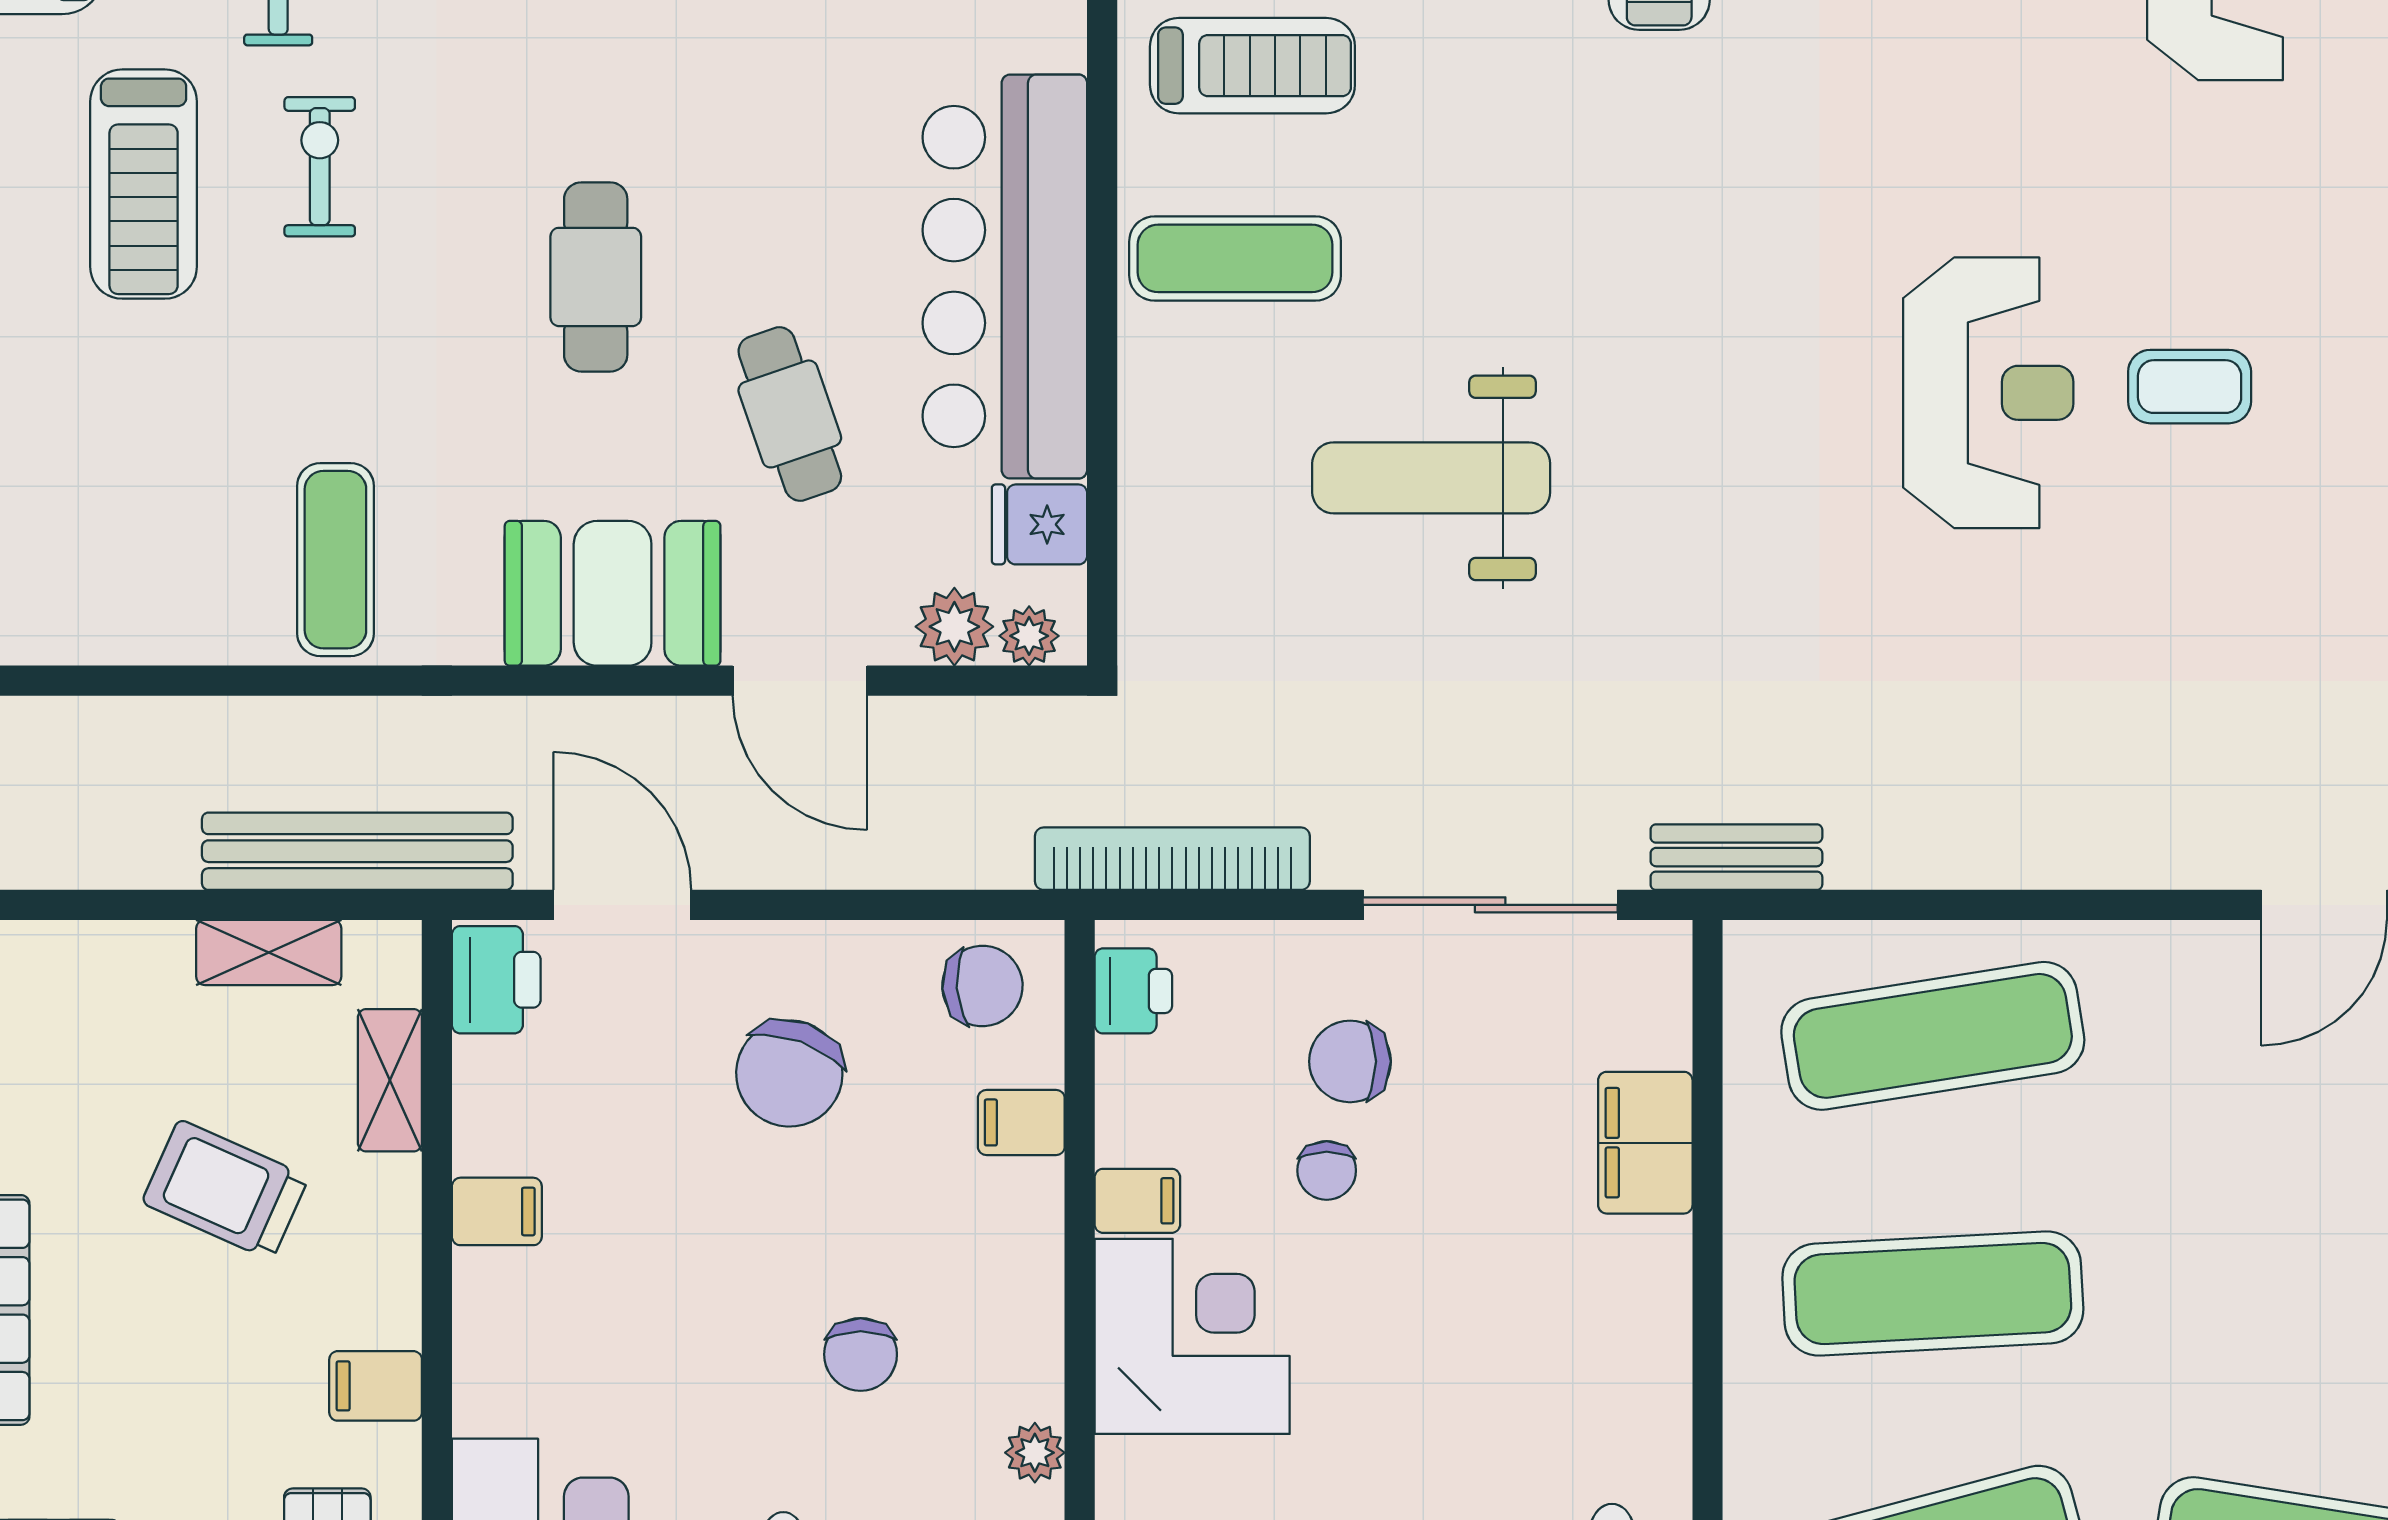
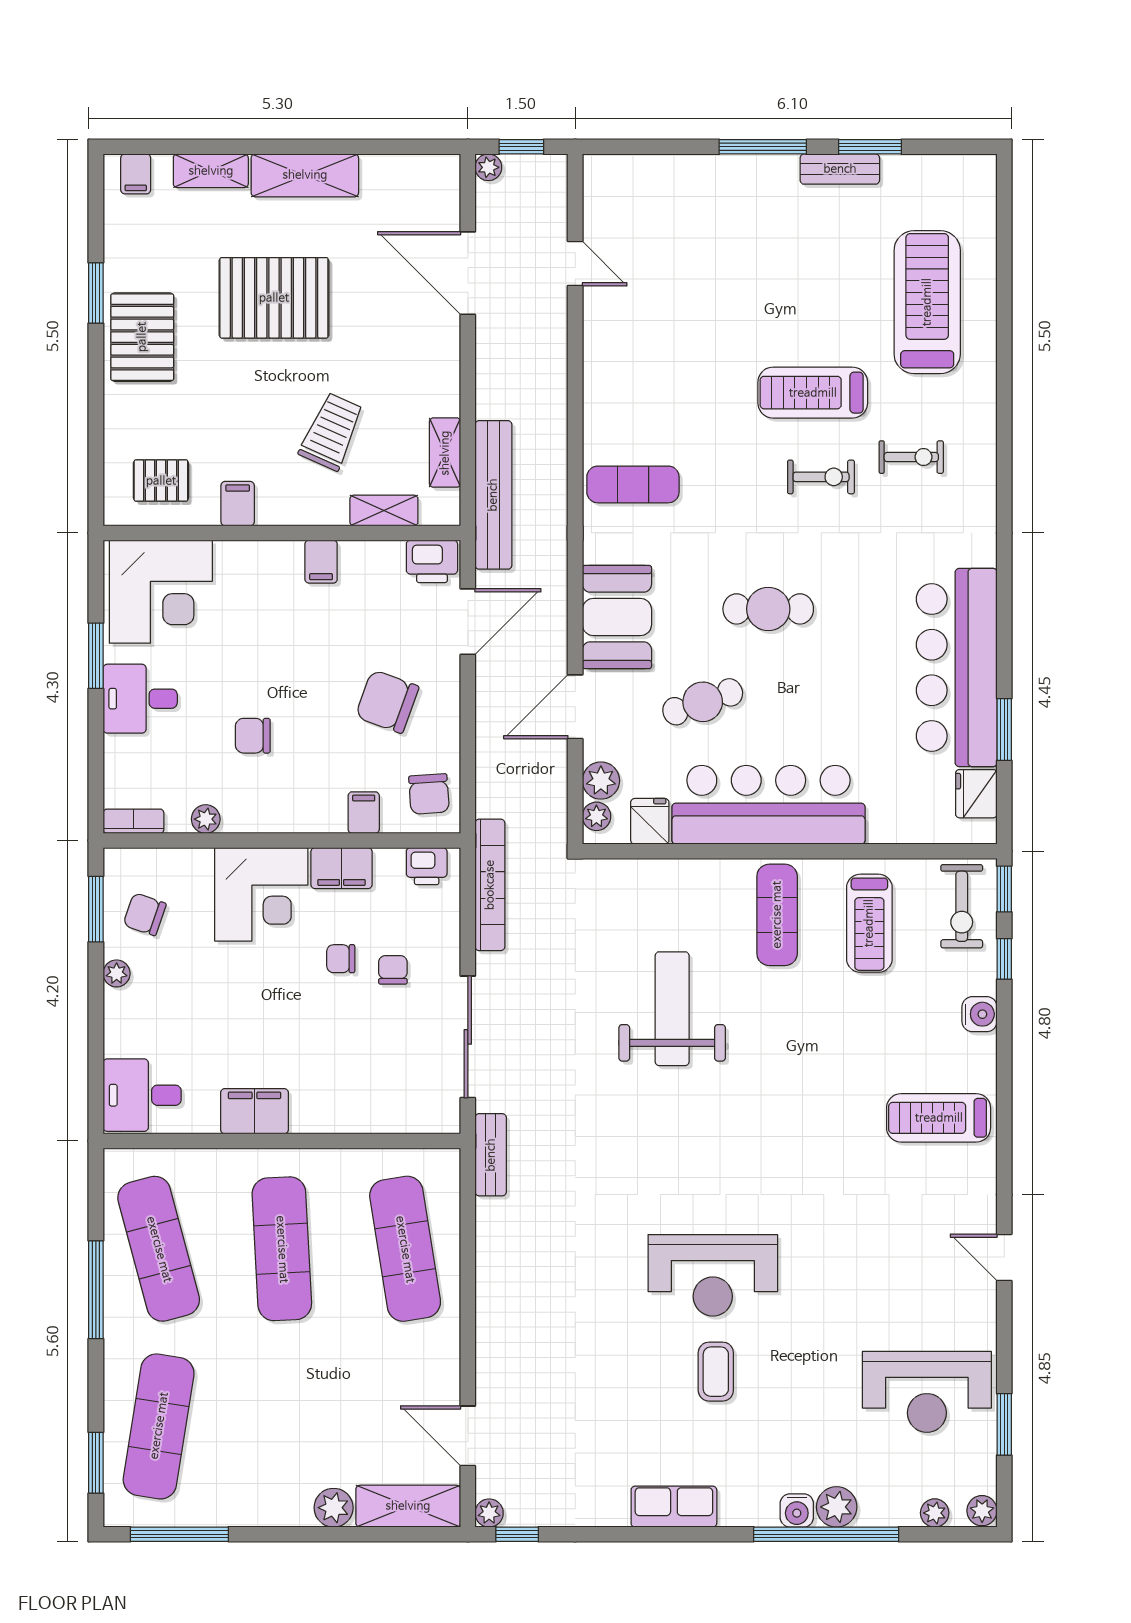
chair: (1350, 1061) -> (393, 970), width x0.73, depth x0.73
filing cabinet: (1645, 1143) -> (254, 1111), moved
filing cabinet: (1137, 1201) -> (342, 868), width x2.00

